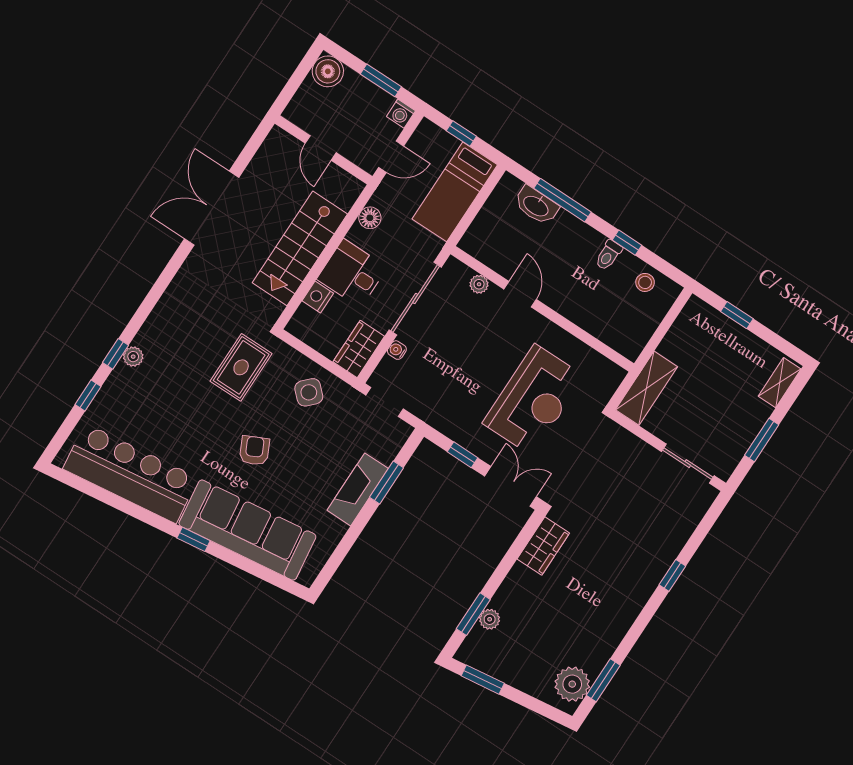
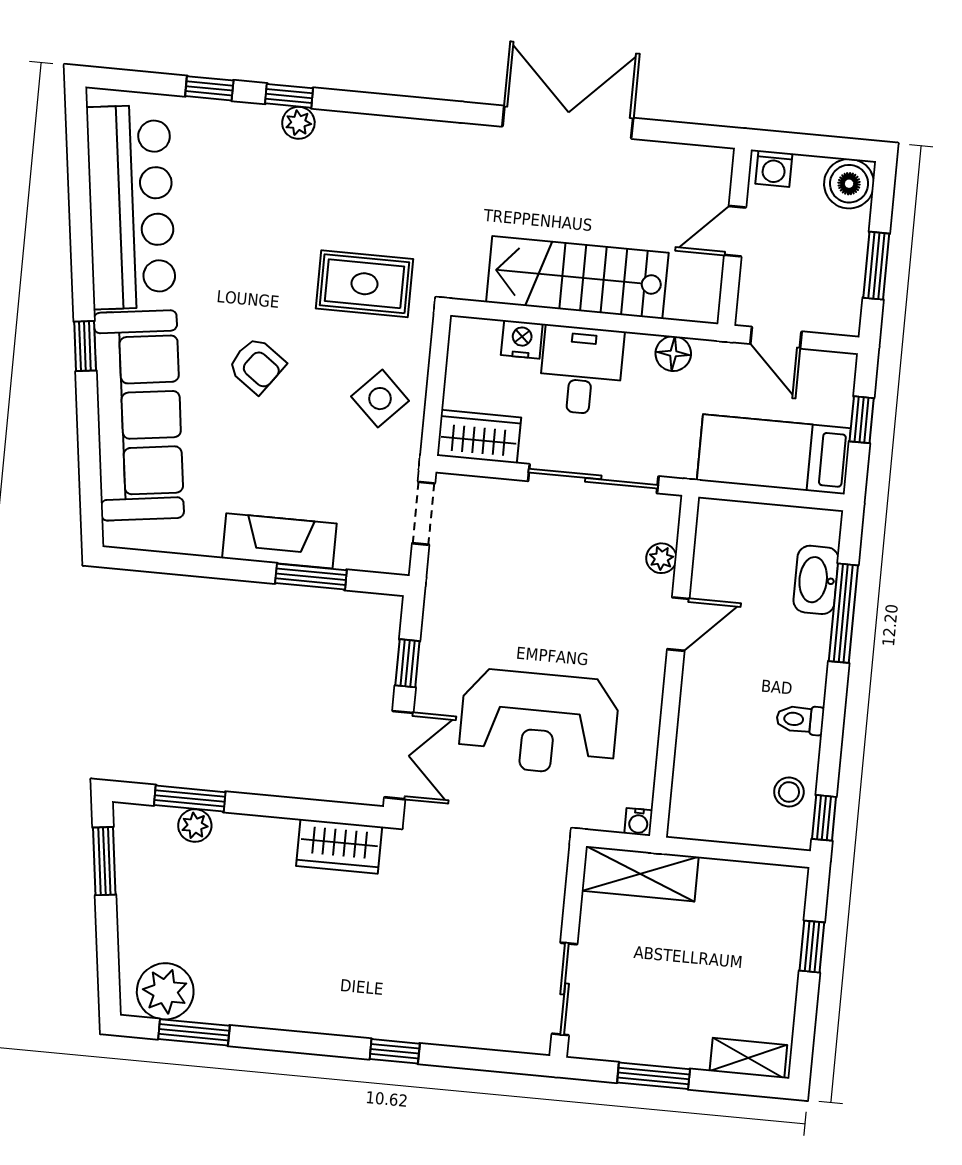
washing machine: (401, 114) -> (774, 169), moved, turned -90
window: (627, 243) -> (824, 818), moved
water cooler: (397, 350) -> (638, 822), moved, turned 180
armchair: (254, 451) -> (257, 365), turned 62

